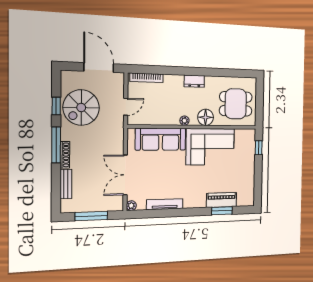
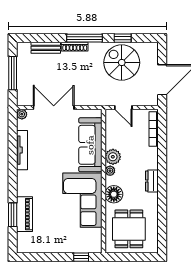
plant: (172, 118) -> (113, 157), added

